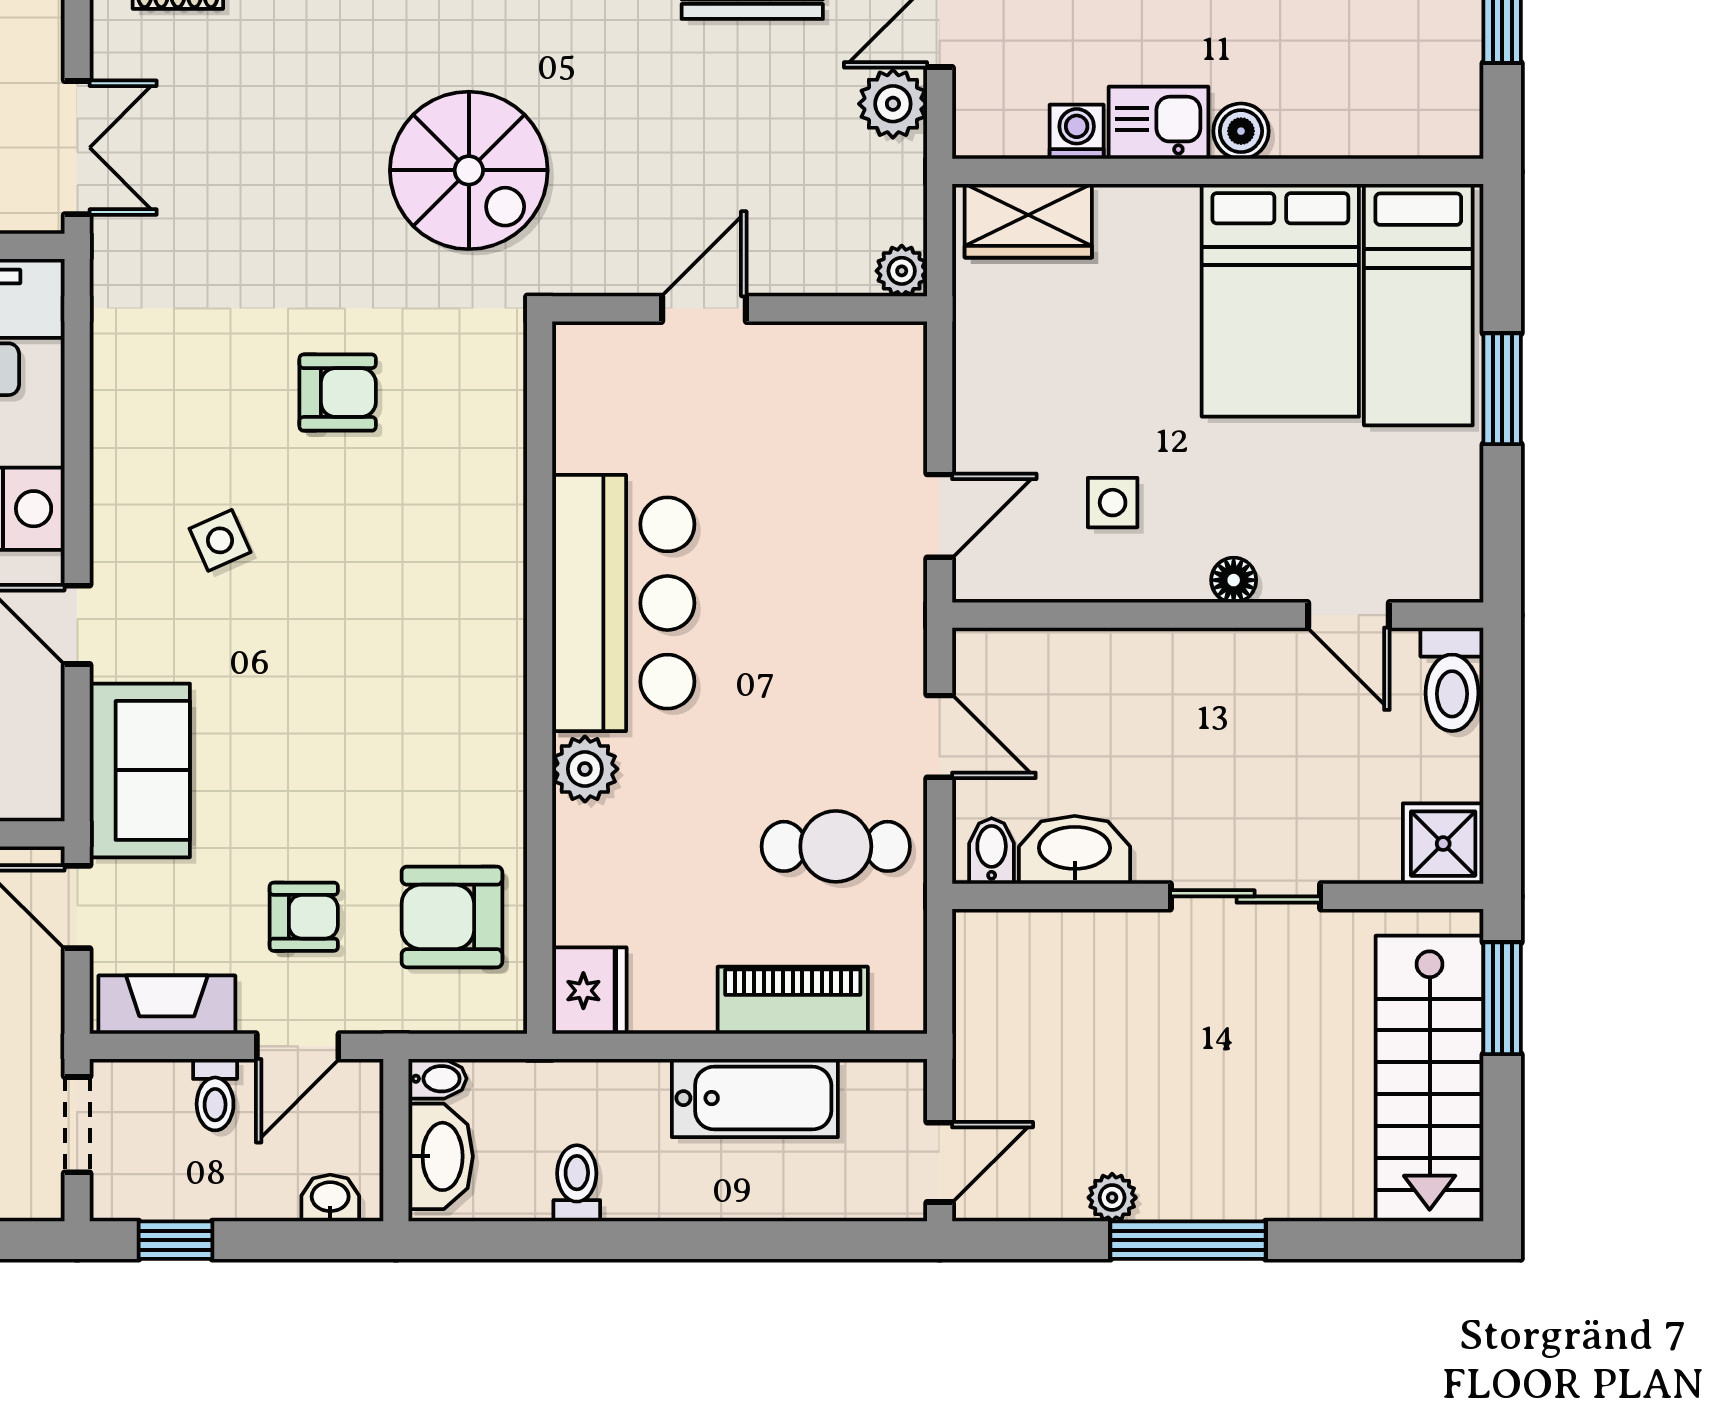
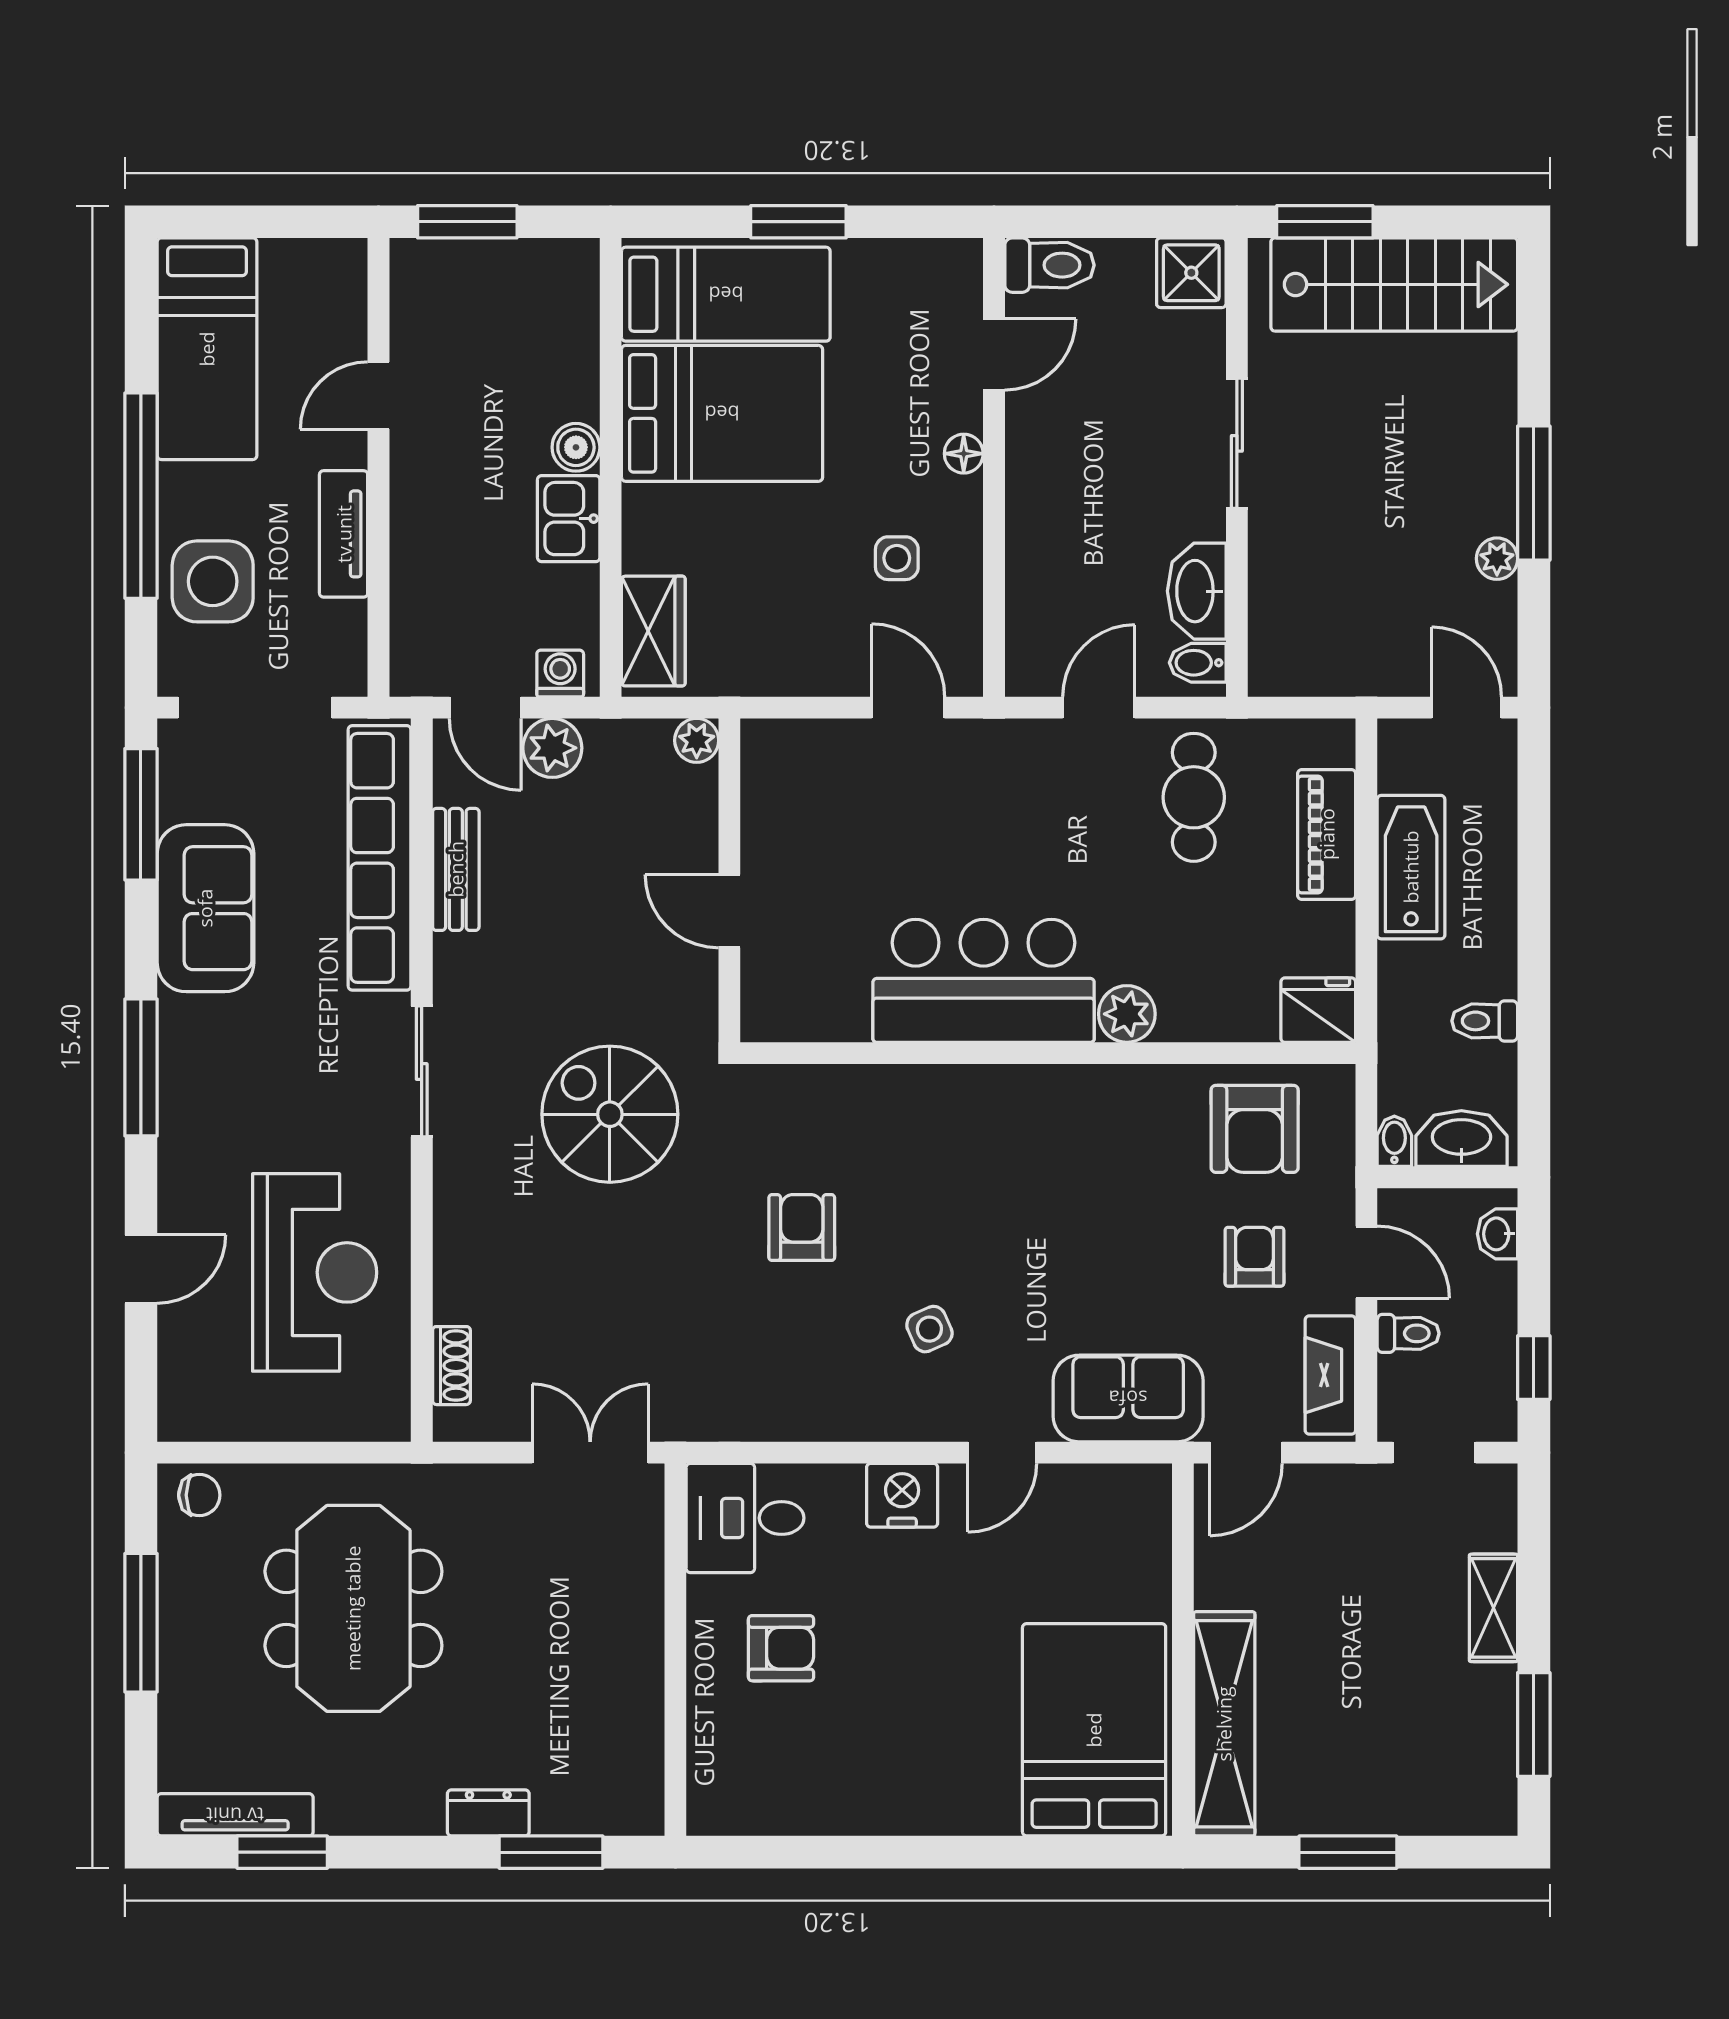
washing machine: (1077, 132) -> (560, 673), moved, turned 90
spiral stairs: (469, 170) -> (610, 1114), turned -90

